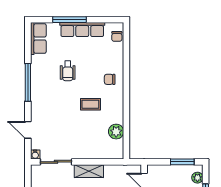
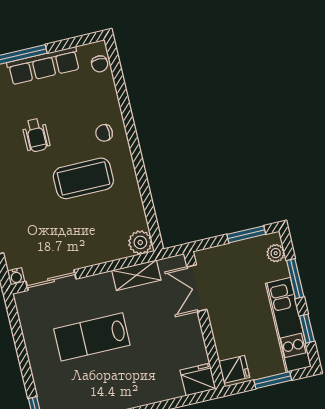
coffee table: (90, 104) -> (83, 178), width x1.86, depth x1.72
plant: (116, 132) -> (140, 242), moved
shelving: (89, 171) -> (136, 275), moved

